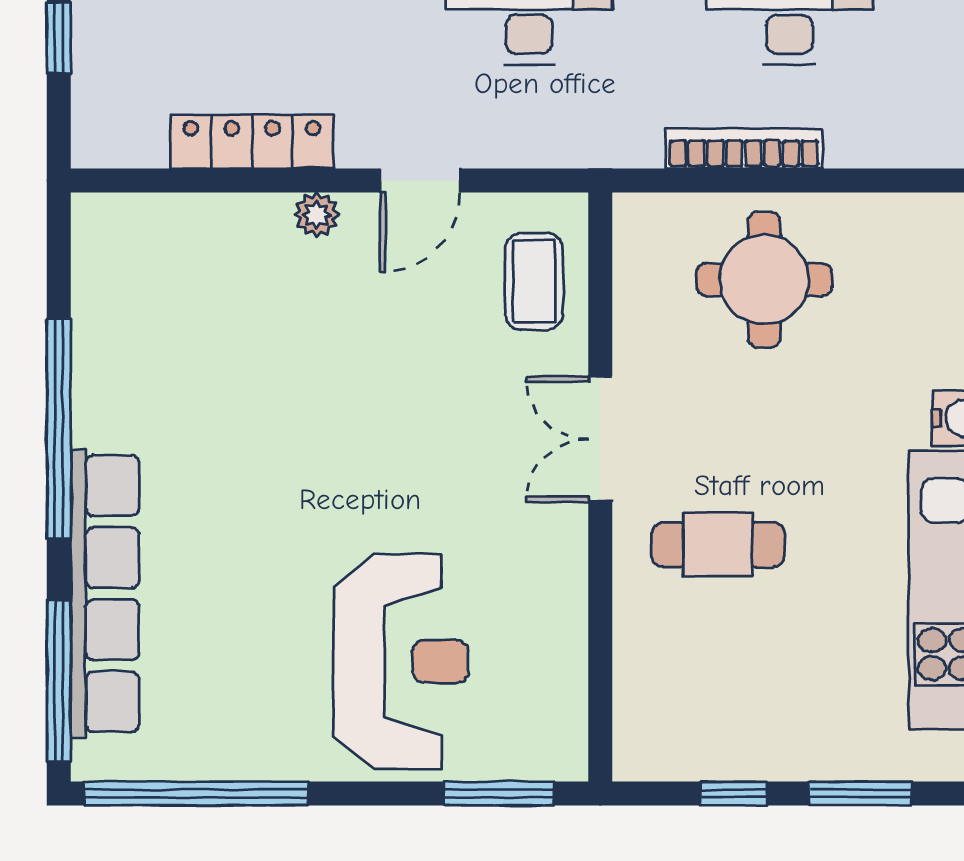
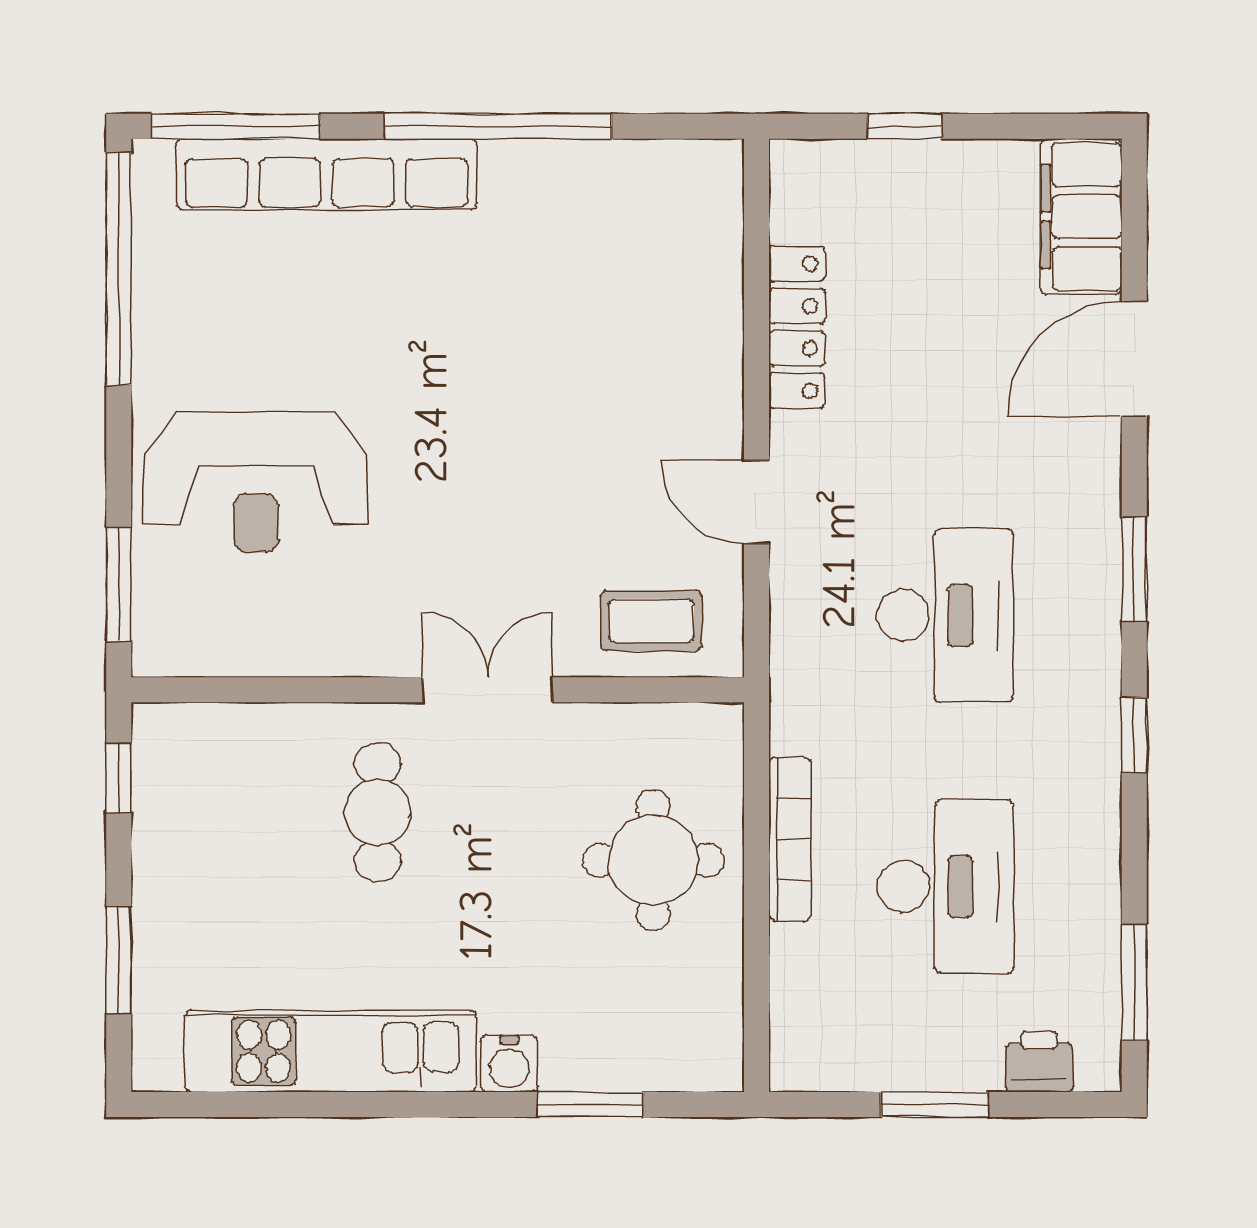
plant: (317, 215) -> (721, 394), removed
window: (734, 793) -> (119, 778), moved

